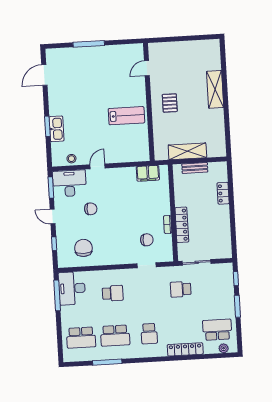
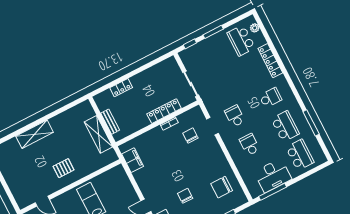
desk: (72, 288) -> (273, 175), moved
school desk: (181, 289) -> (235, 116), moved, turned 180

